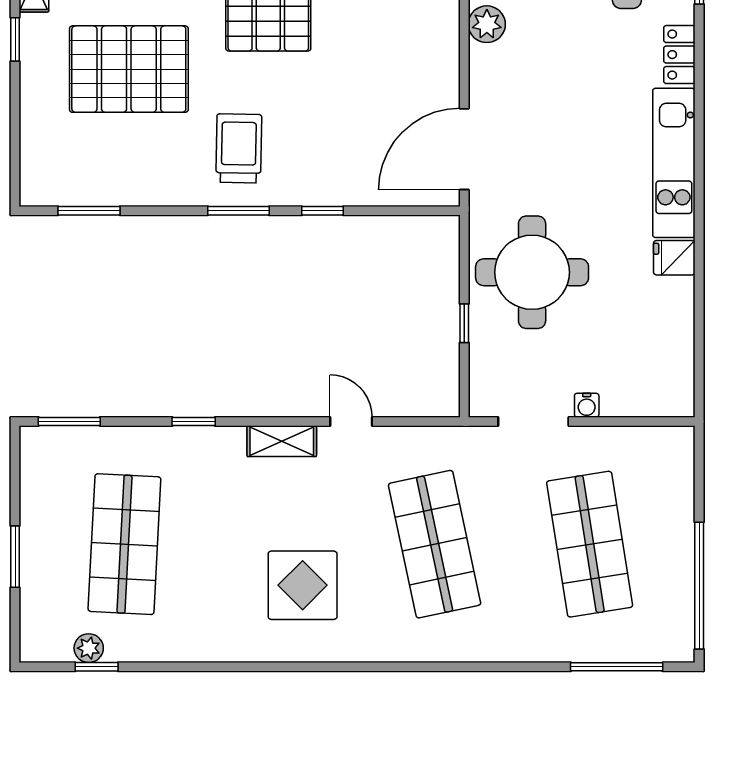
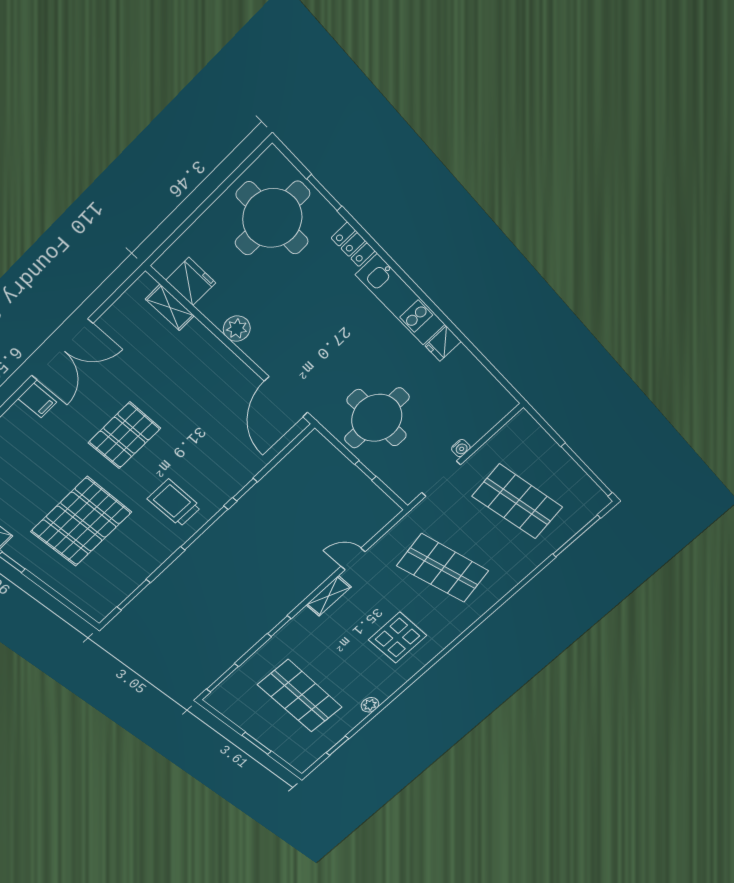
window: (238, 211) -> (204, 528), width x1.44
plant: (89, 648) -> (370, 705), moved

